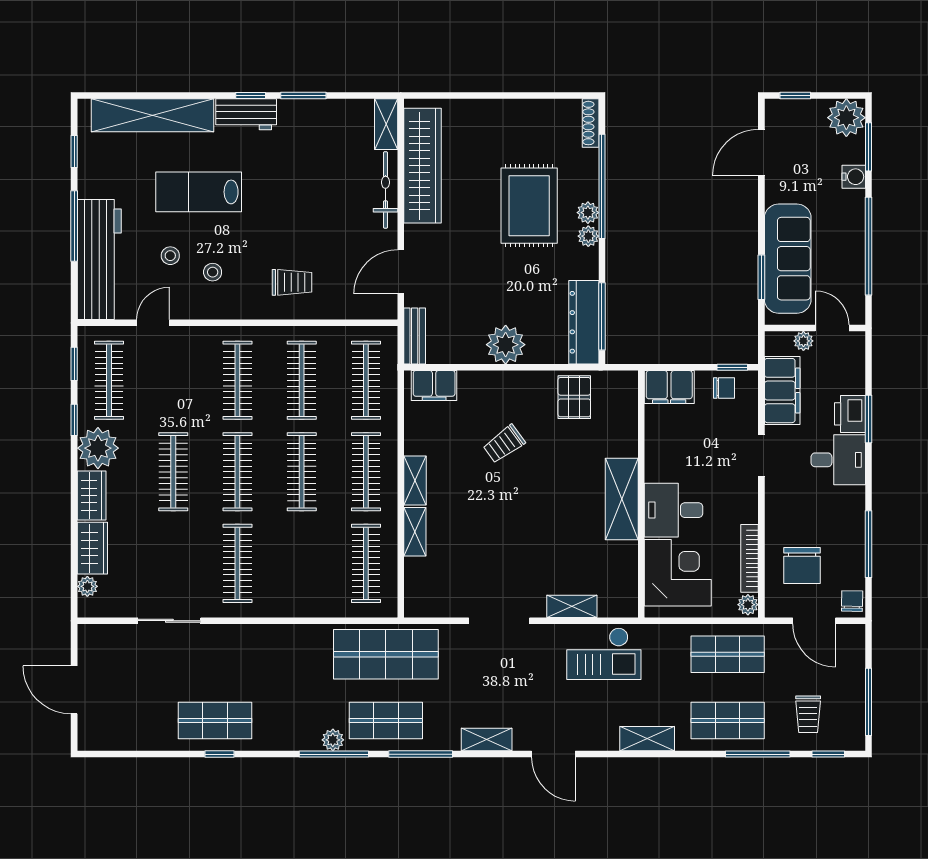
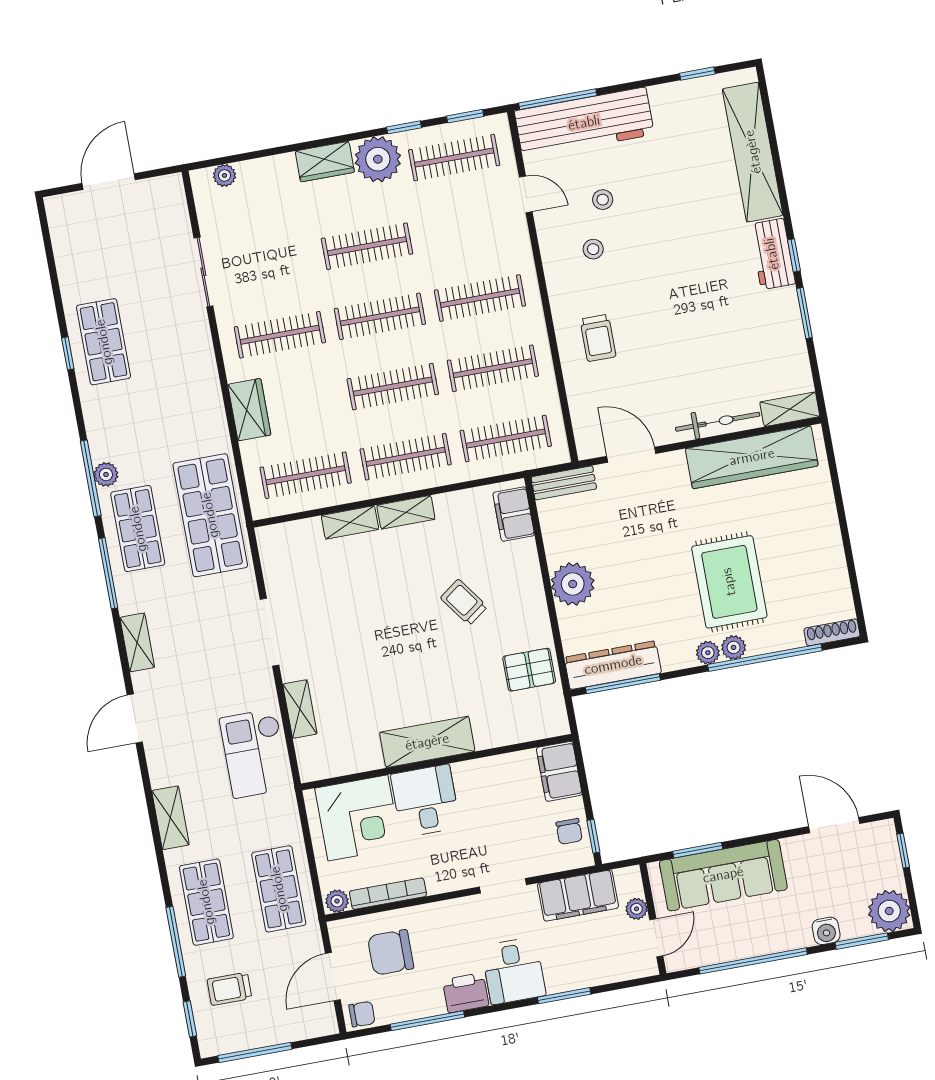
lab bench: (199, 192) -> (678, 218), removed
rug: (529, 206) -> (729, 582), turned 90
window: (74, 226) -> (558, 99), moved
printer: (850, 414) -> (466, 993), moved
wardrobe: (92, 548) -> (249, 410), moved, turned -90

